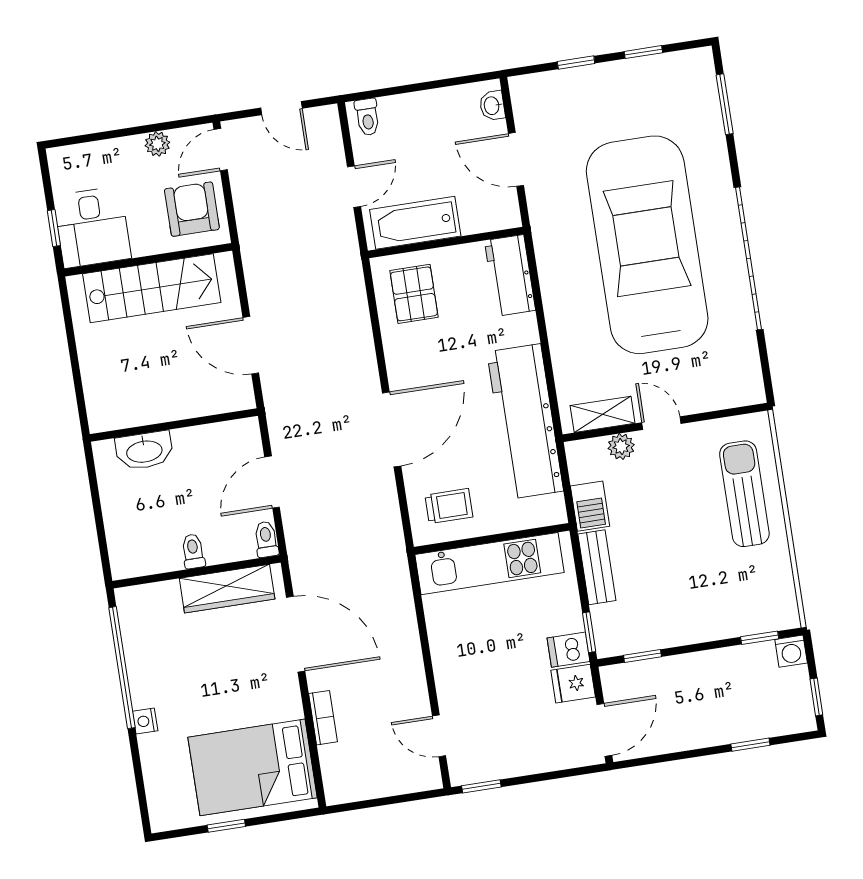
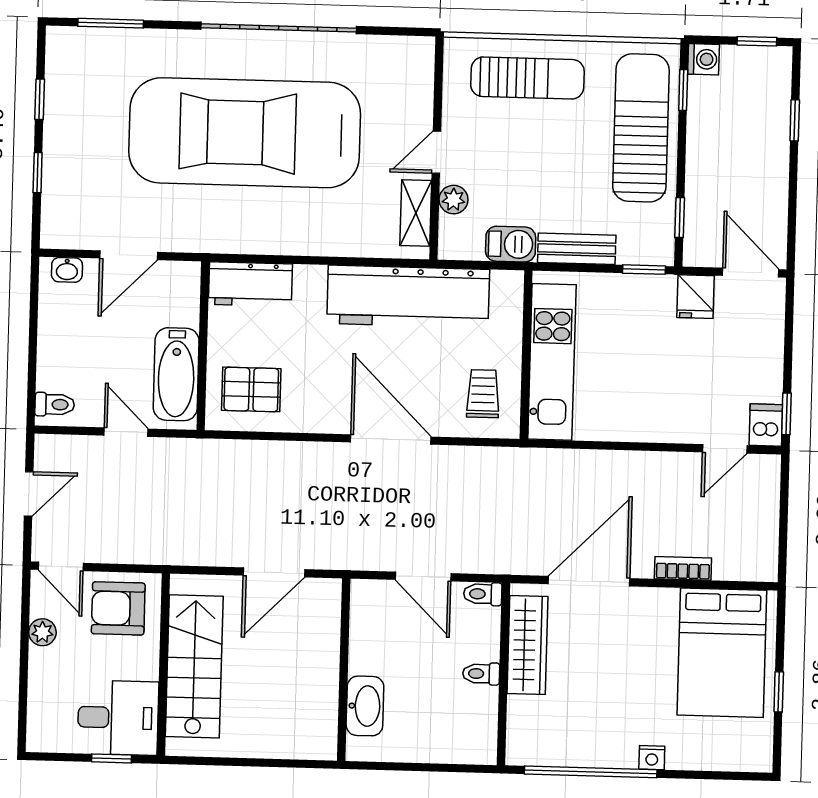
sun lounger: (744, 494) -> (527, 78), turned 180
sun lounger: (718, 606) -> (641, 128), added
dishwasher: (568, 650) -> (766, 425), moved, turned 180

